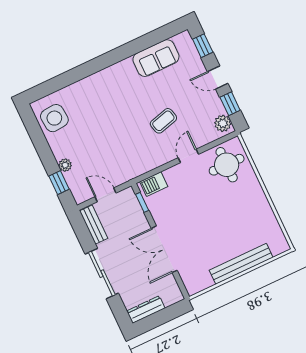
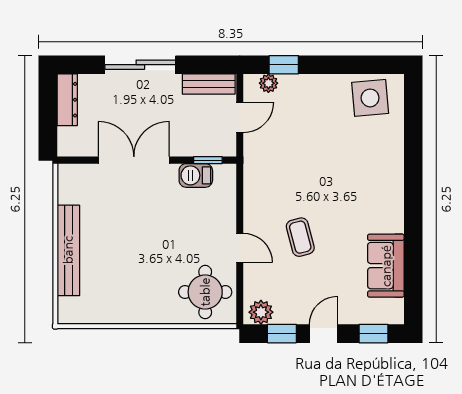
plant: (65, 165) -> (268, 83), moved
barbecue: (154, 184) -> (196, 175), moved, turned -90

